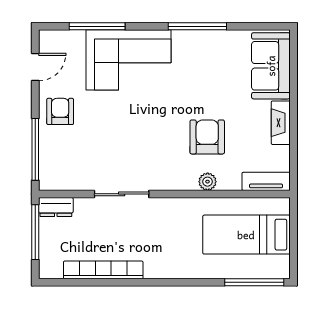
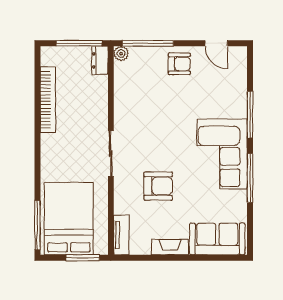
window: (97, 26) -> (250, 115), moved
corner sofa: (128, 60) -> (222, 154), moved
plant: (208, 182) -> (121, 53), moved
sliding door: (122, 194) -> (111, 154), moved
window: (293, 228) -> (83, 258), added
bed: (246, 235) -> (69, 219), width x1.50

